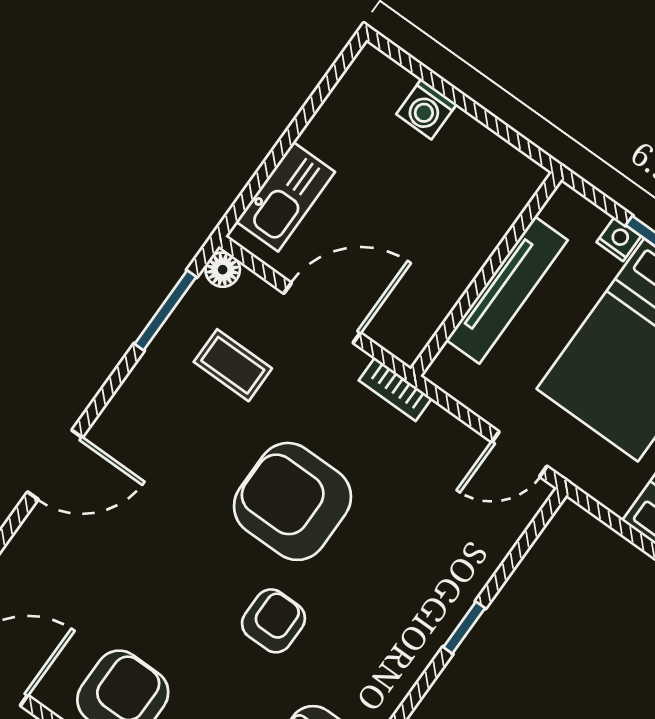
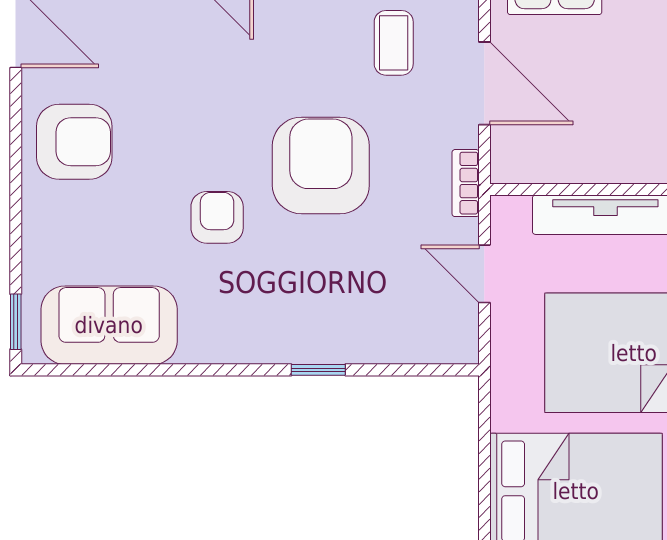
door: (519, 454) -> (484, 274), moved
armchair: (273, 621) -> (217, 217), turned -90

